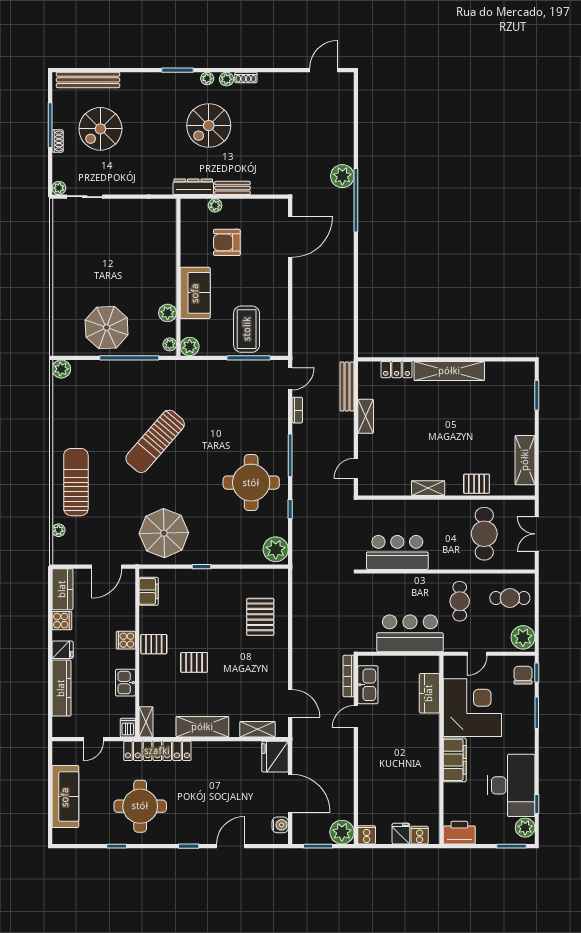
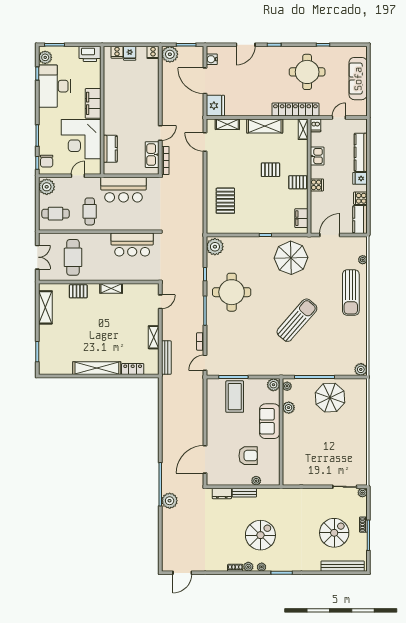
dresser: (193, 187) -> (222, 493), moved, width x0.70

